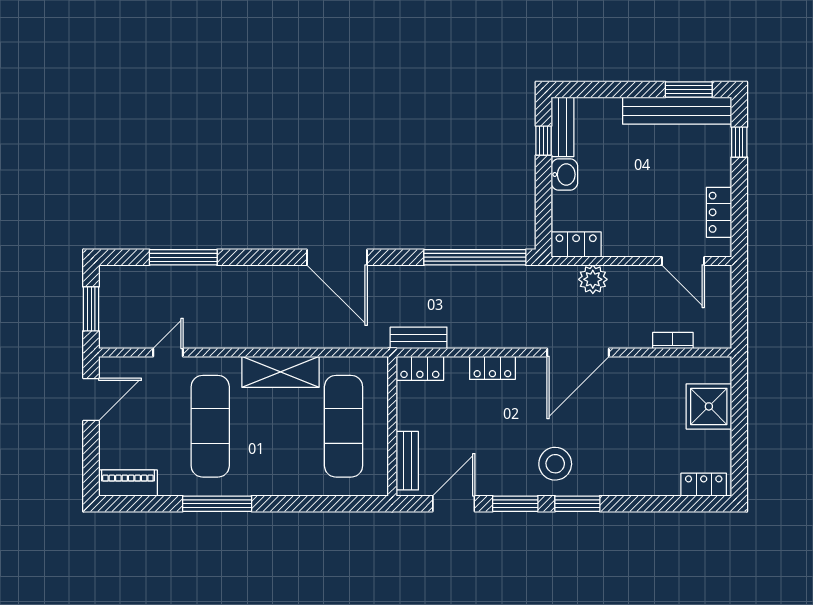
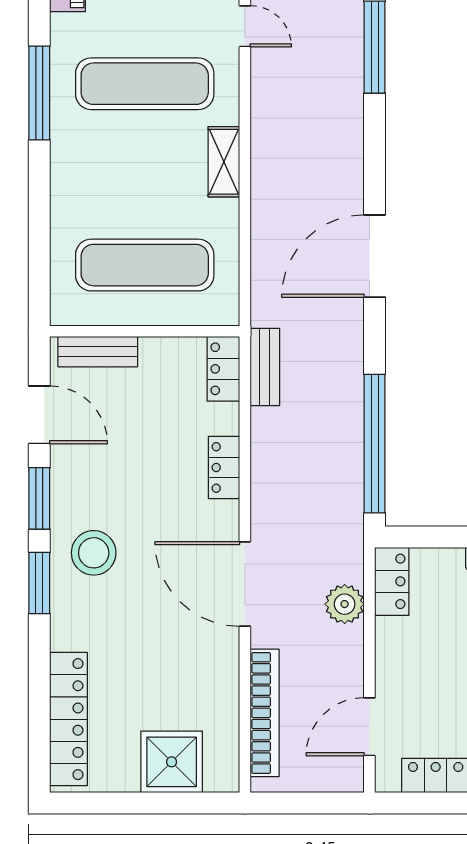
bookcase: (673, 341) -> (265, 713), width x2.31, depth x1.31
shelving: (281, 372) -> (224, 162), width x0.67, depth x0.75
locker: (704, 485) -> (68, 719), width x2.16, depth x1.21

